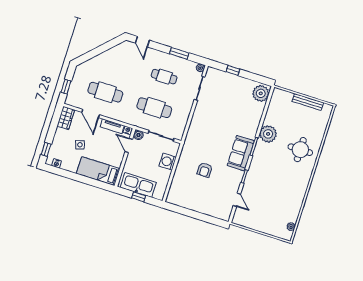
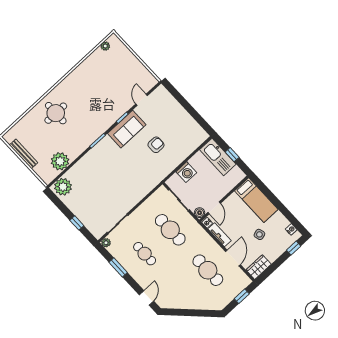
plant: (268, 134) -> (60, 161), moved
sofa: (241, 153) -> (127, 129), moved
kitchen sink: (138, 185) -> (218, 157), moved

